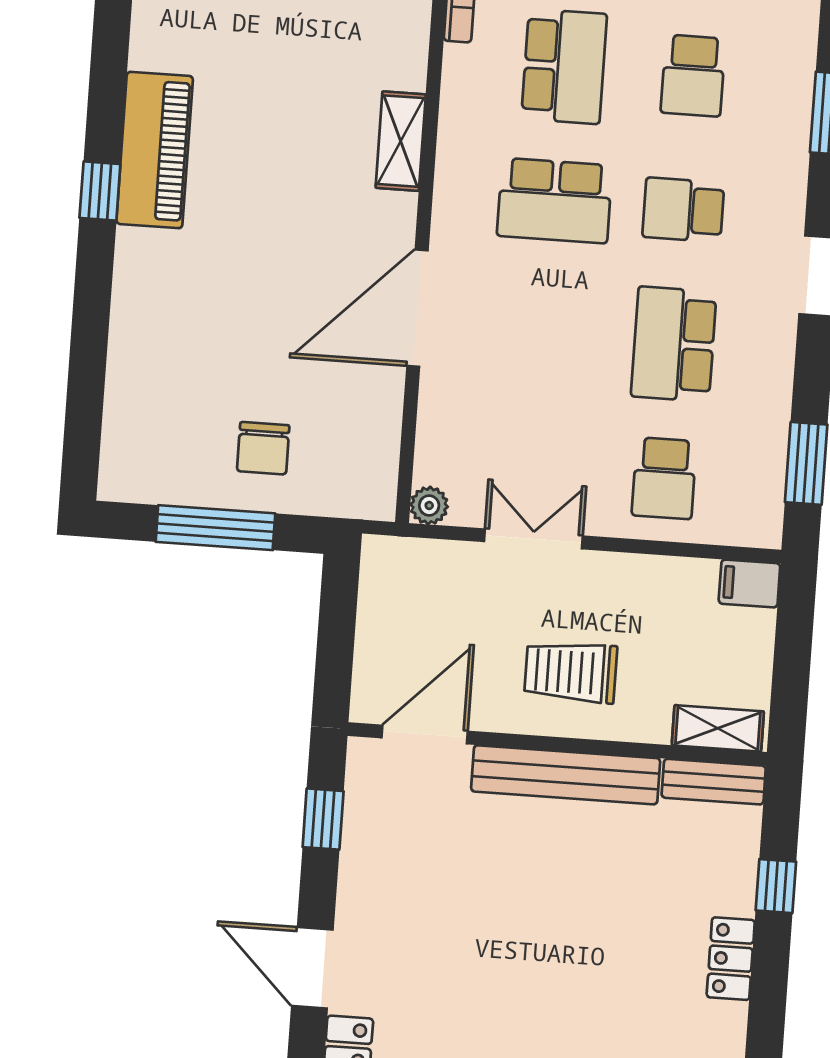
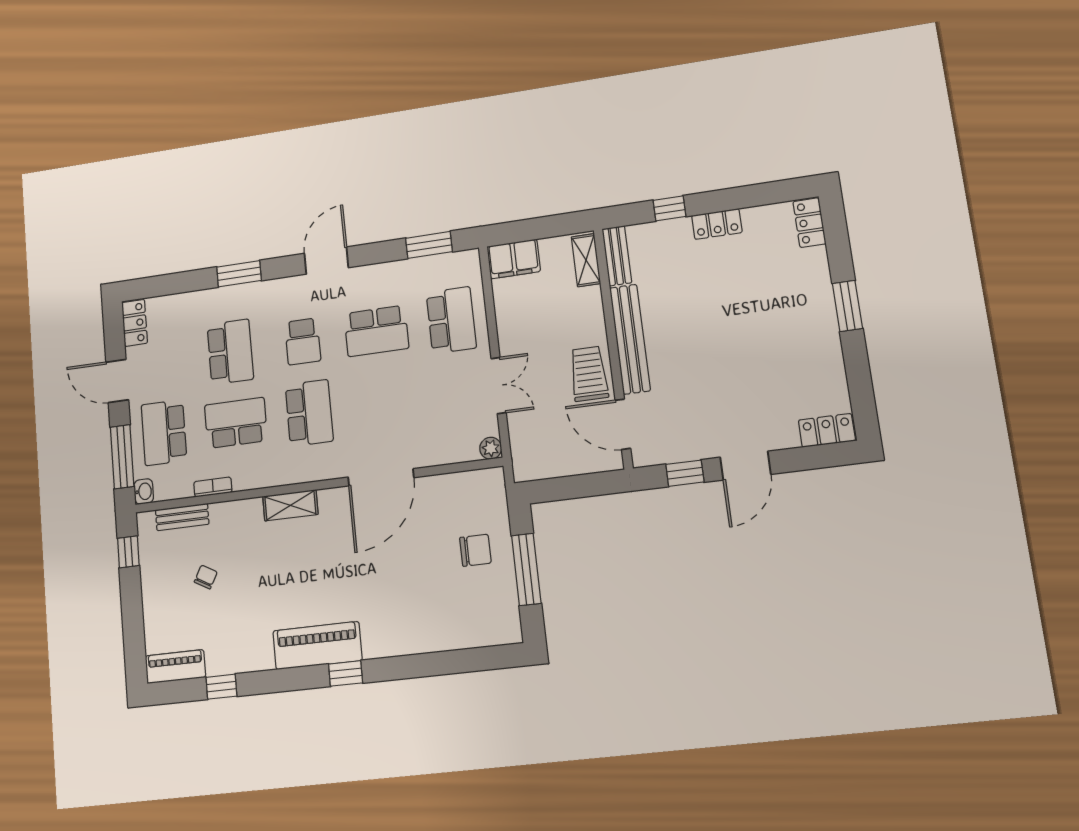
school desk: (693, 76) -> (230, 352), width x1.85
door: (417, 308) -> (381, 477), hinge flipped
school desk: (664, 478) -> (451, 320), width x1.85
double door: (533, 539) -> (499, 386), swing flipped
filing cabinet: (749, 584) -> (514, 259), width x2.00
trolley: (571, 672) -> (589, 374), moved, turned 180
door: (312, 968) -> (745, 466), moved

